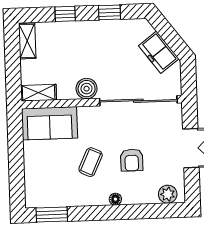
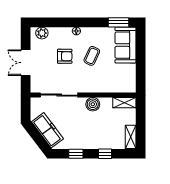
freezer: (159, 52) -> (47, 130), width x1.40
sliding door: (138, 101) -> (59, 95), width x0.73
sofa: (50, 123) -> (125, 45), moved, turned -90
armchair: (132, 160) -> (65, 56), turned 90

